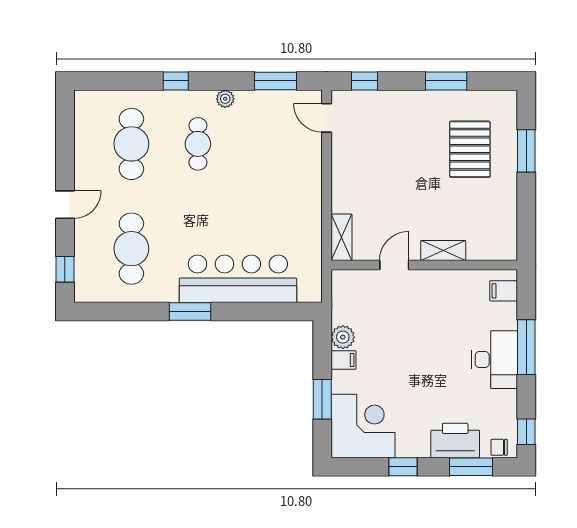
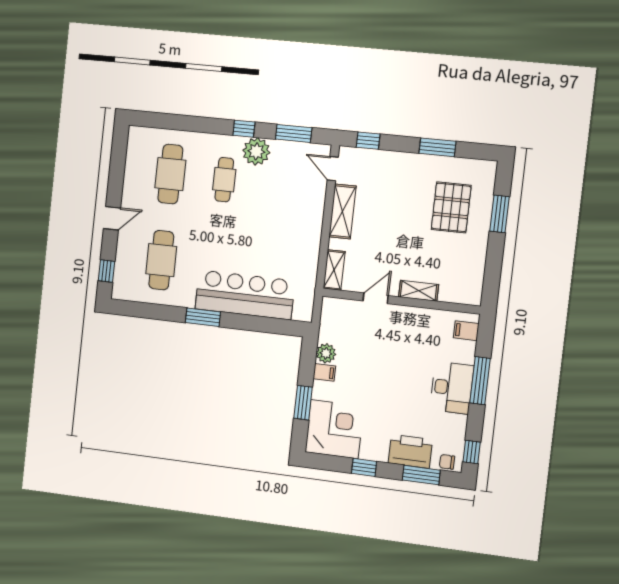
window: (176, 81) -> (244, 129), moved
plant: (225, 99) -> (256, 151), width x1.88, depth x1.88
shelving: (344, 167) -> (342, 211), added

